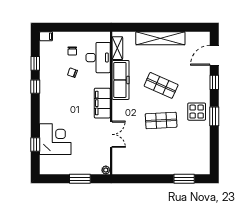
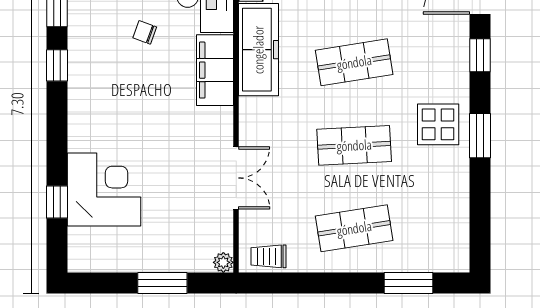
shop shelf: (161, 85) -> (354, 62), turned -33
filing cabinet: (102, 103) -> (215, 70), moved
shop shelf: (161, 156) -> (354, 228), added
trolley: (125, 167) -> (268, 256), added

